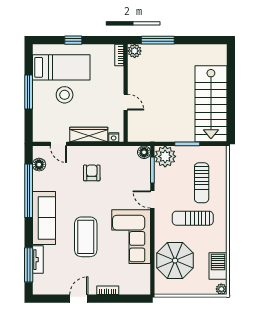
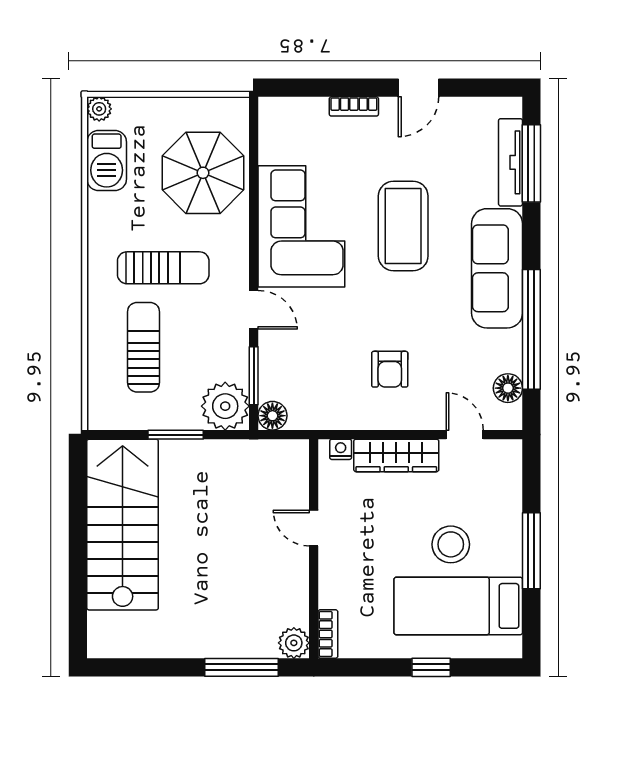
tv unit: (38, 260) -> (511, 162), width x1.41

